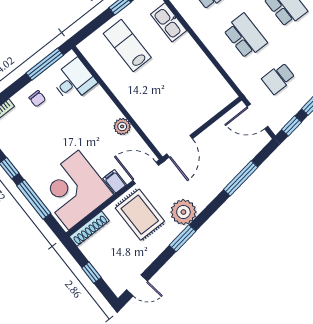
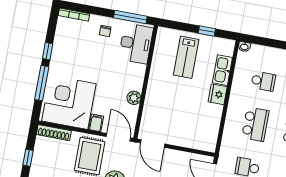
lab bench: (127, 45) -> (186, 57), turned 180
fridge: (187, 46) -> (218, 94), added
desk: (74, 81) -> (136, 43), width x1.37
door: (179, 146) -> (153, 143), hinge flipped

